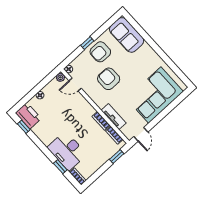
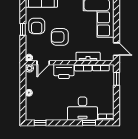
printer: (28, 116) -> (64, 71), moved, turned 180

